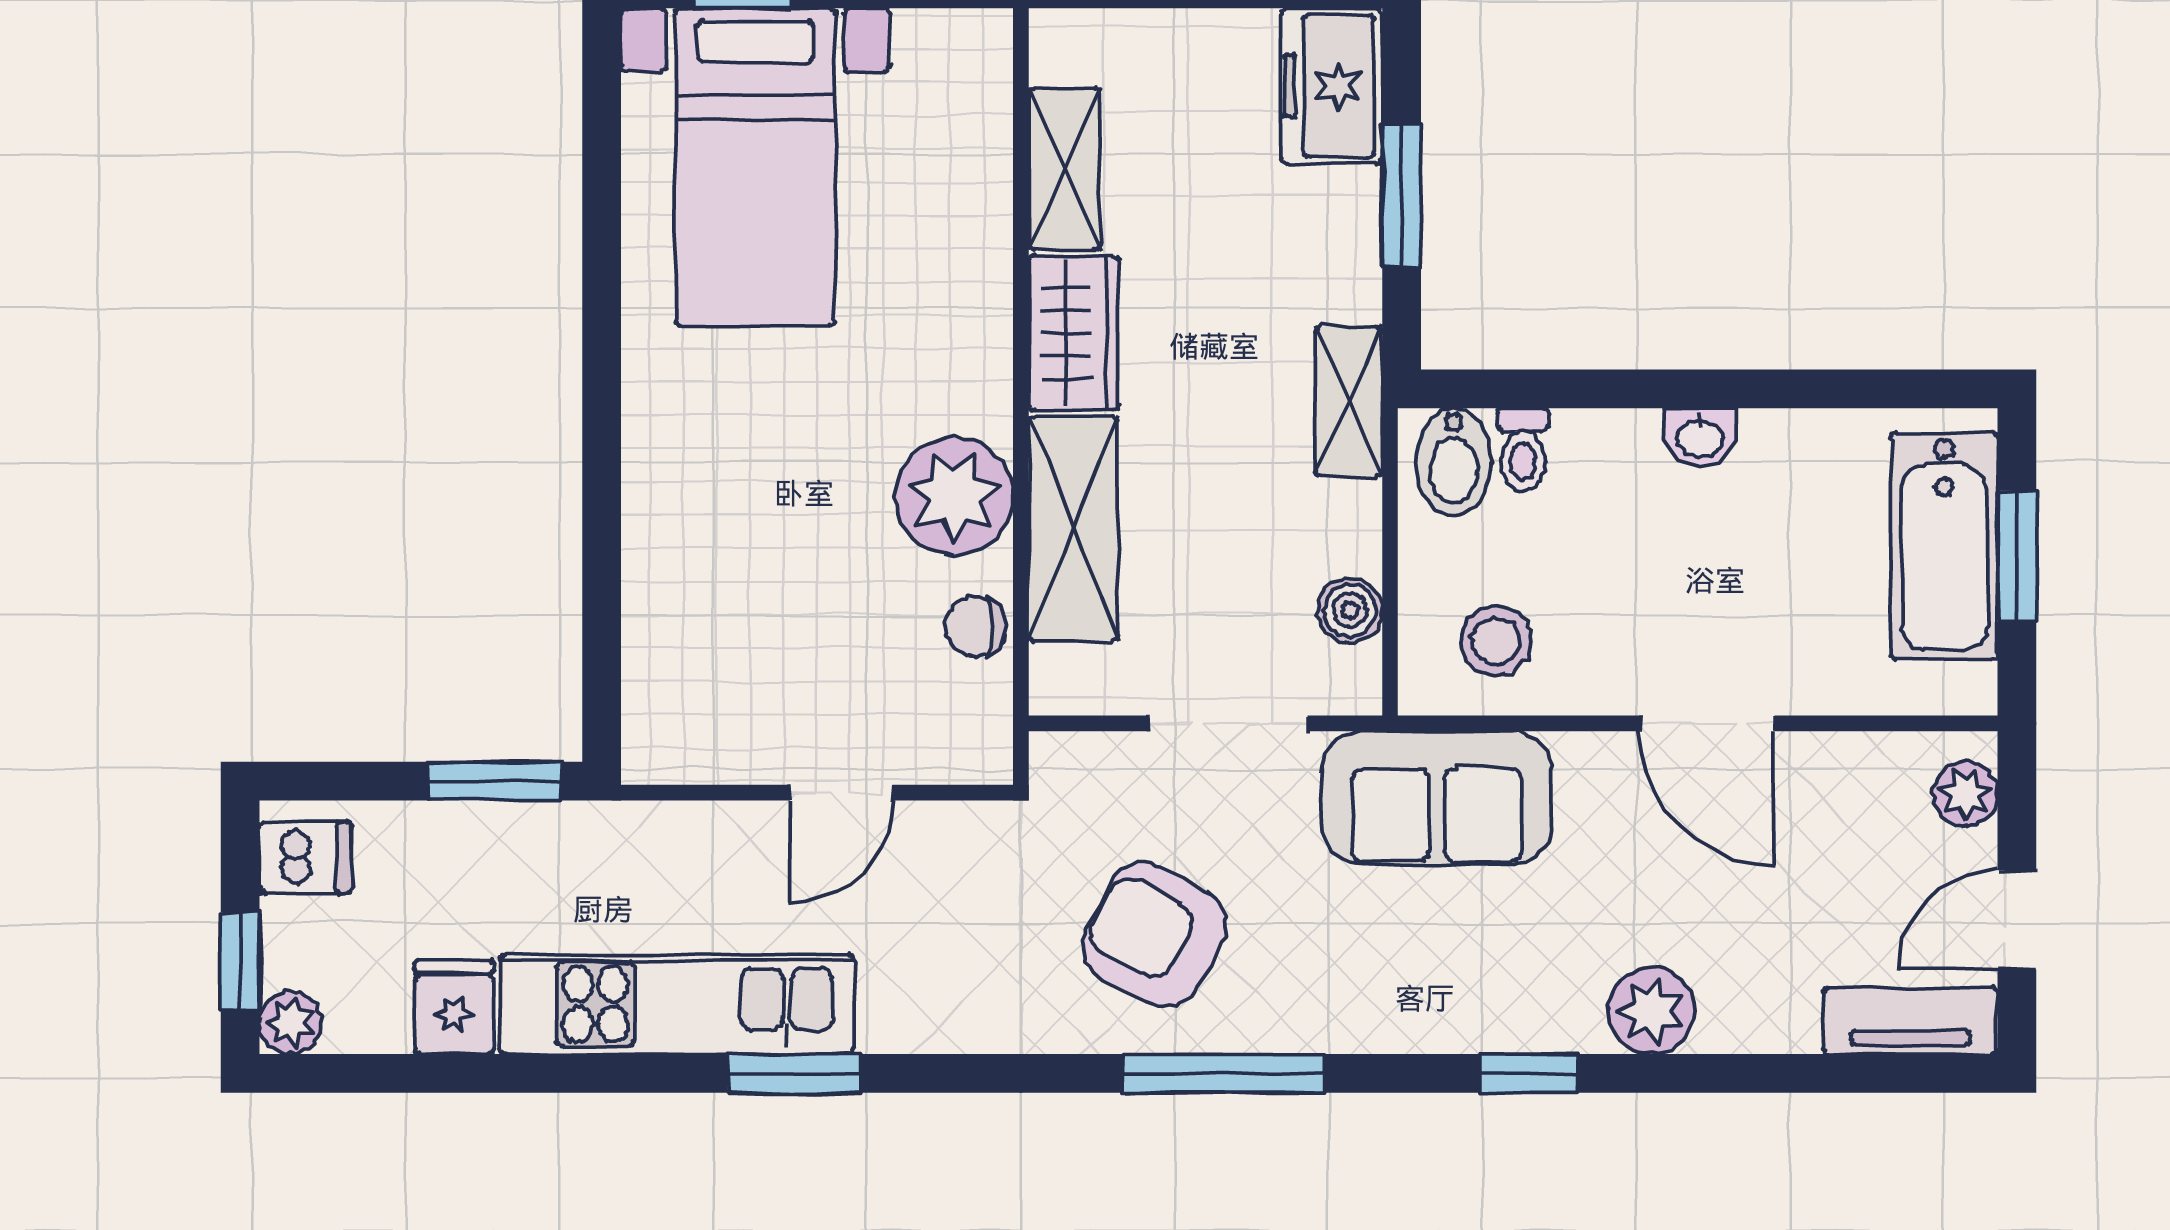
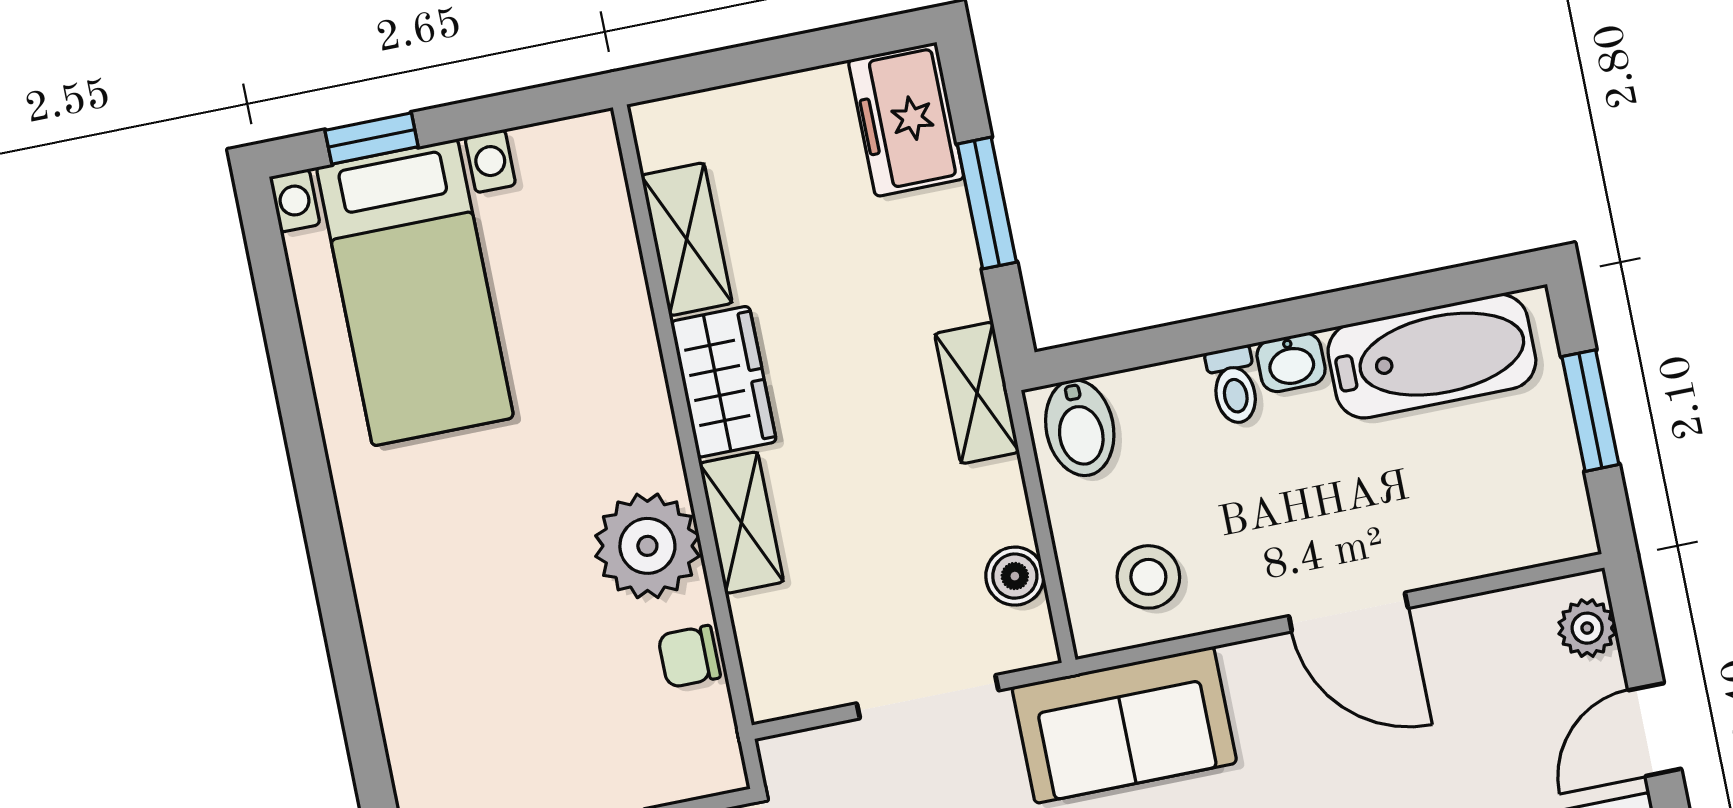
toilet: (1523, 450) -> (1234, 385), moved
shelving: (1073, 529) -> (741, 523), width x0.67, depth x0.75
bathtub: (1944, 546) -> (1432, 356), moved, turned -90

